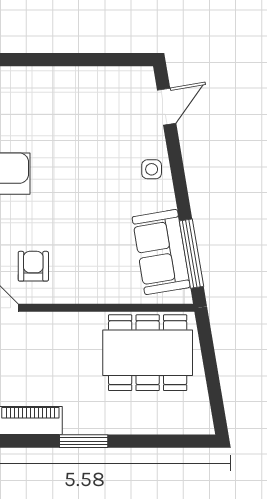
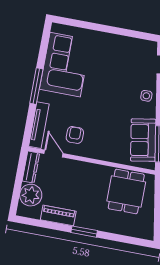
dining table: (148, 353) -> (126, 191), width x0.73

